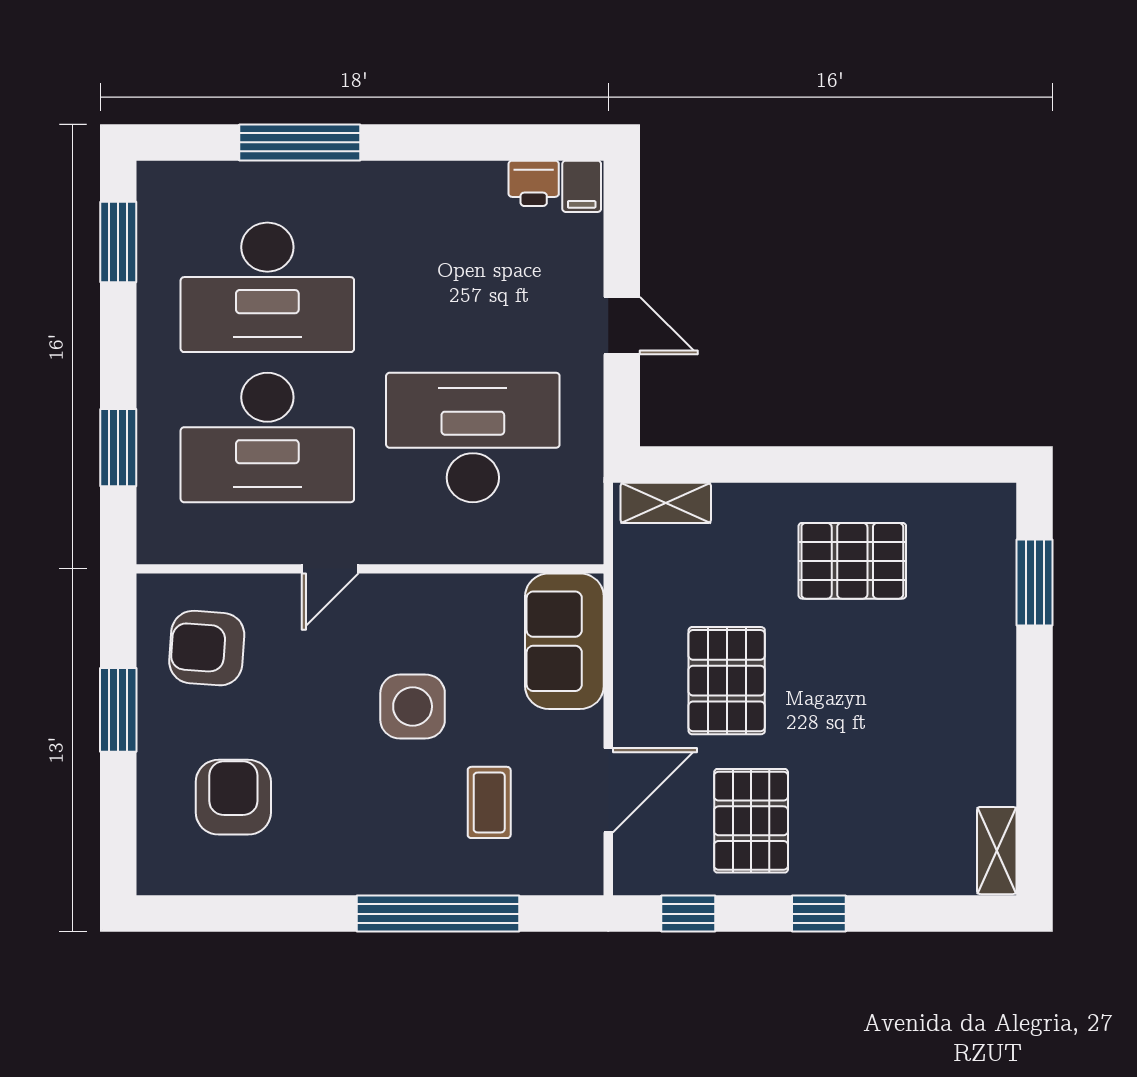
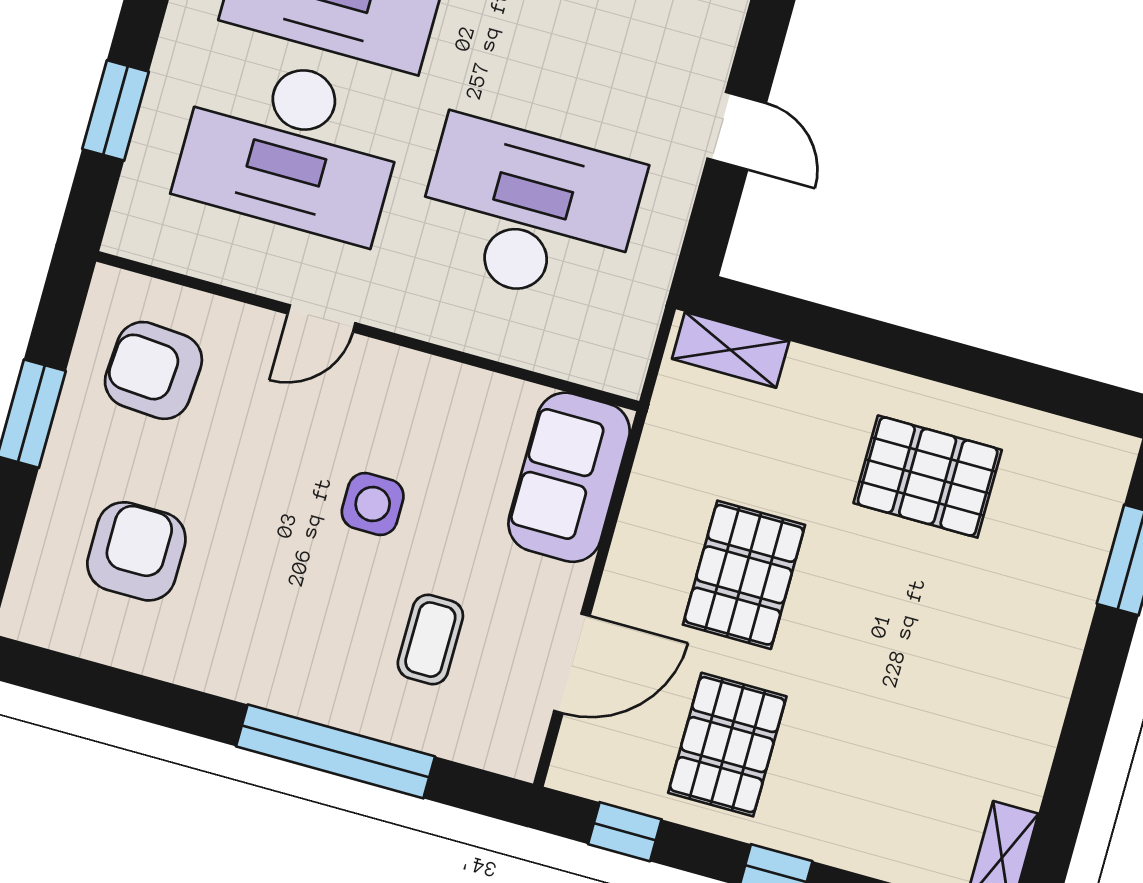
side table: (413, 706) -> (373, 504), width x0.73, depth x0.73

